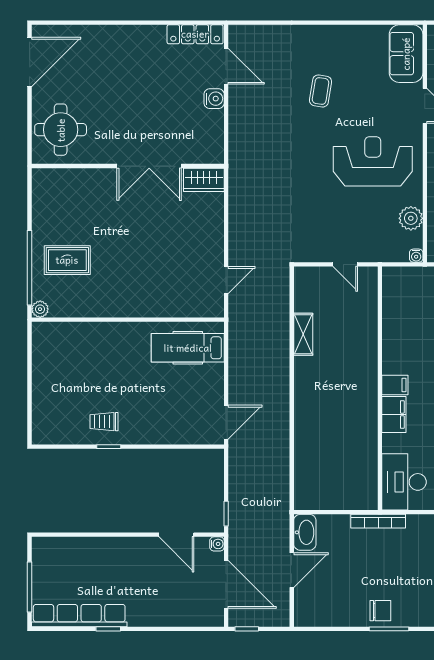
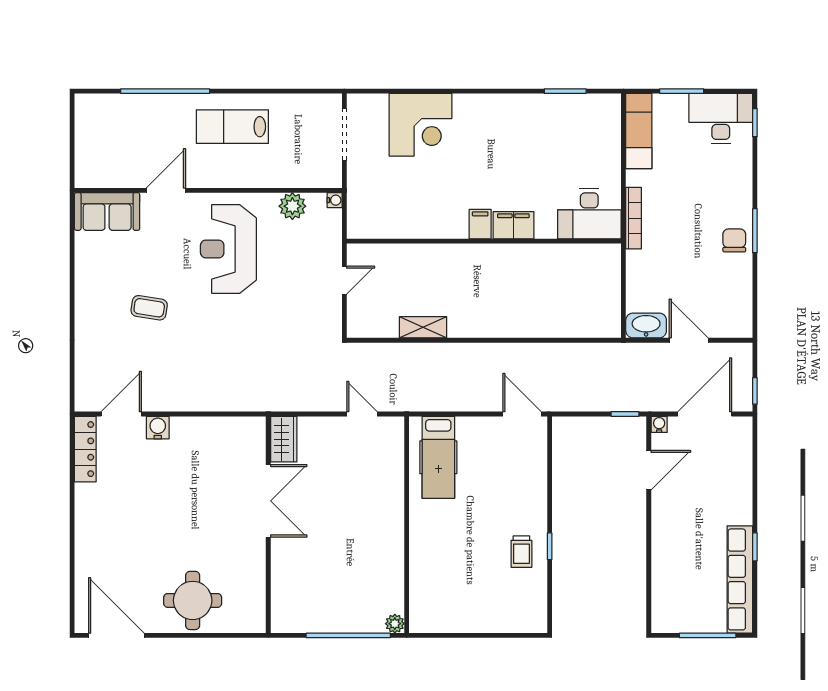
wall: (128, 166) -> (268, 525), moved
double door: (149, 166) -> (268, 501), moved
wardrobe: (204, 180) -> (284, 439), moved
rug: (67, 260) -> (340, 593), removed
bookcase: (378, 521) -> (634, 218), moved

